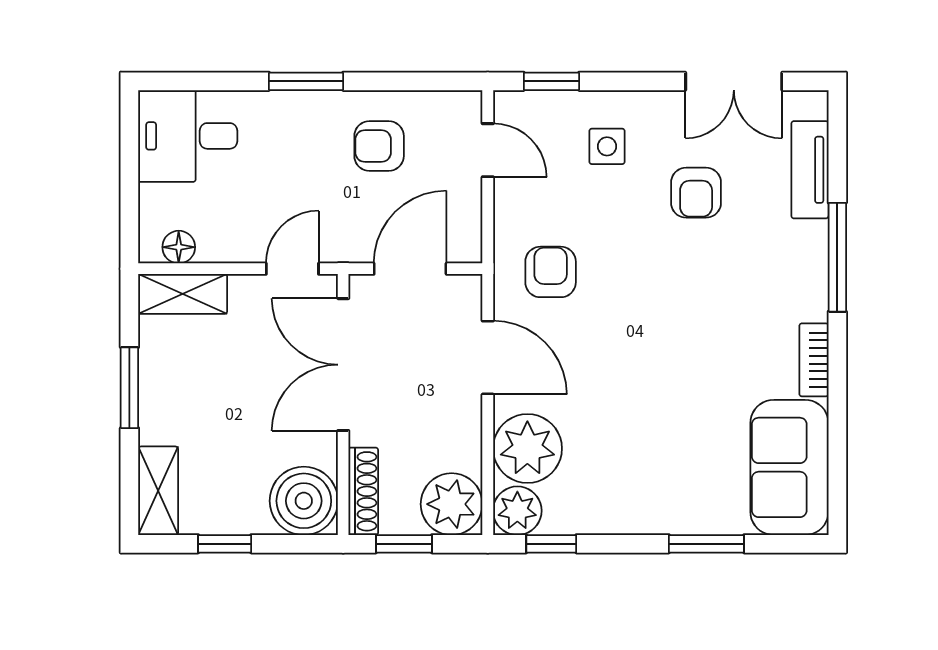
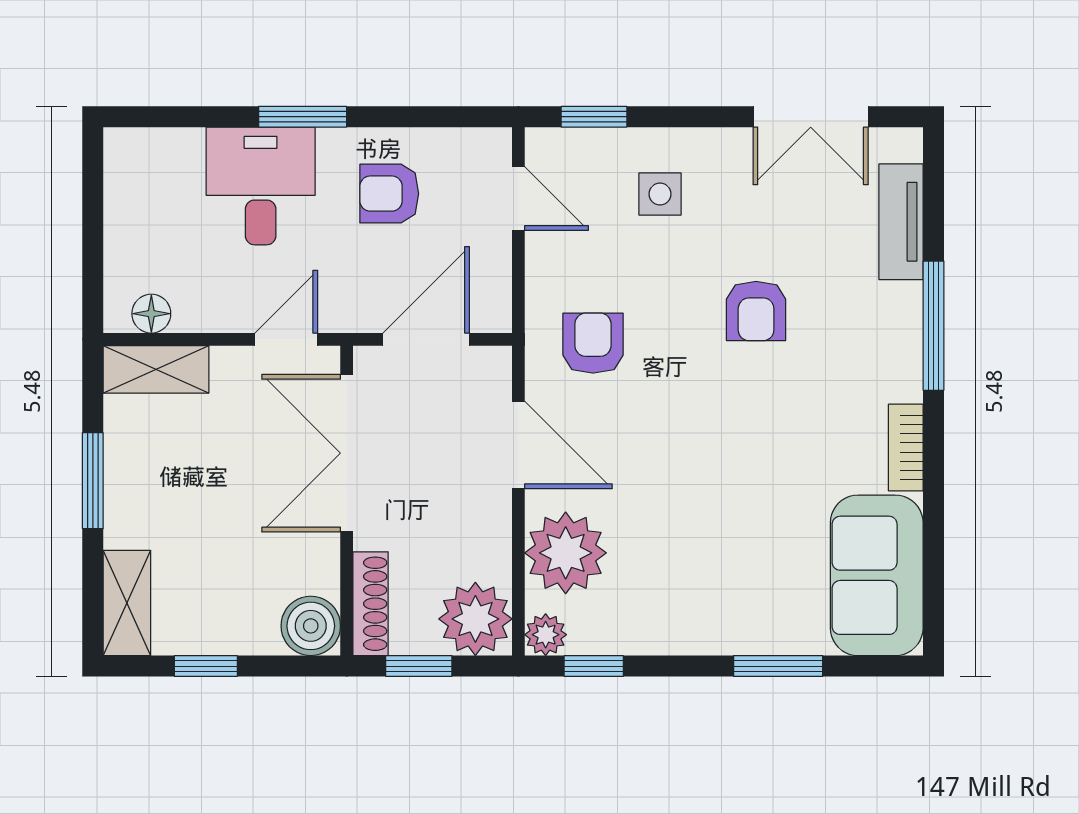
desk: (188, 136) -> (261, 186), moved, turned 90
armchair: (696, 193) -> (756, 311), moved
boiler: (304, 501) -> (311, 626), width x0.73, depth x0.73
plant: (517, 511) -> (546, 635), width x0.73, depth x0.73

